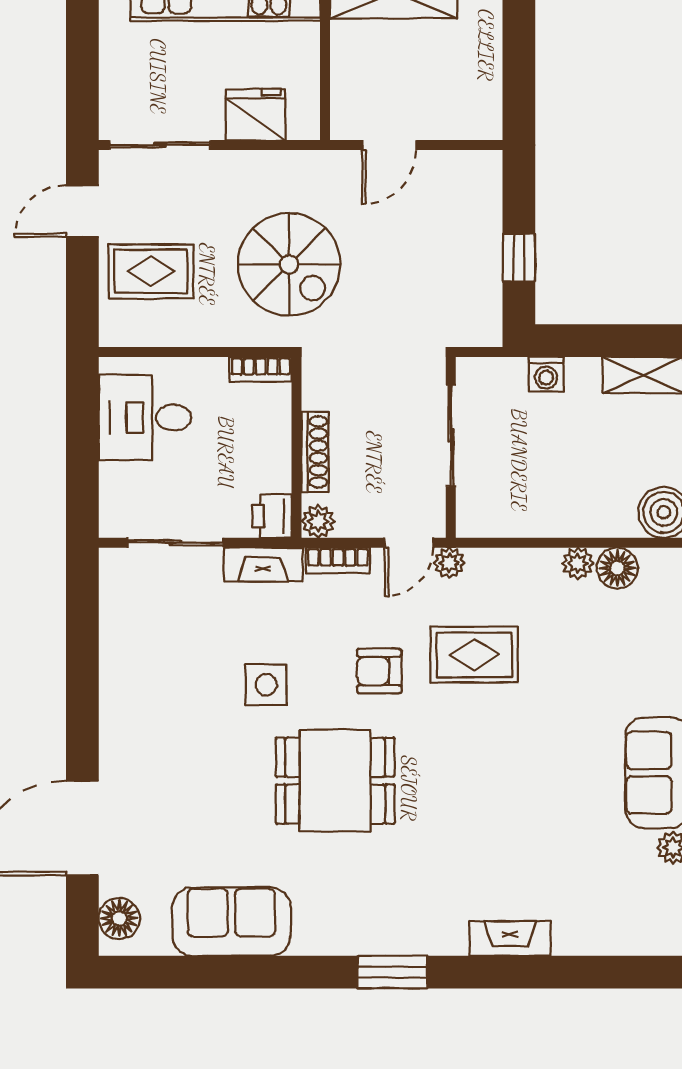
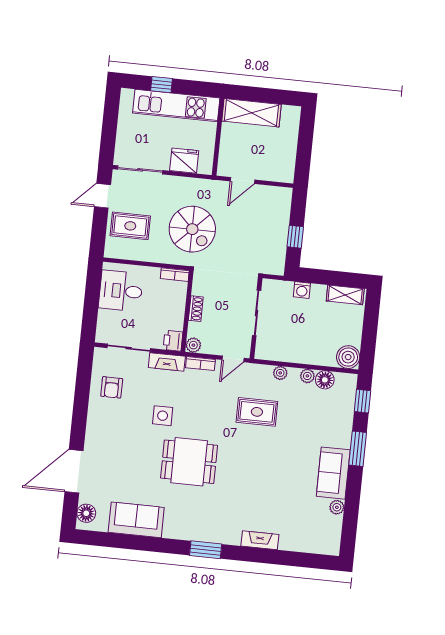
shoe rack: (315, 452) -> (196, 309), width x0.70
plant: (449, 563) -> (280, 373), moved
armchair: (379, 671) -> (112, 387), moved, turned -90

